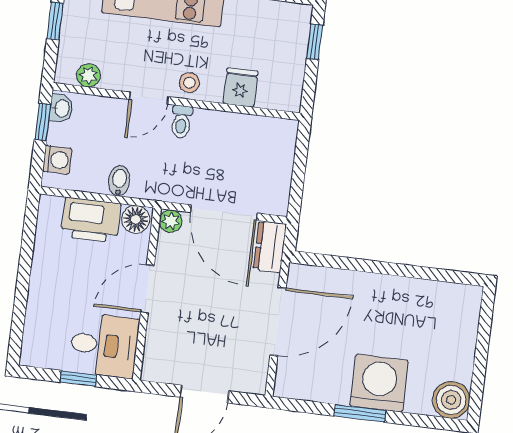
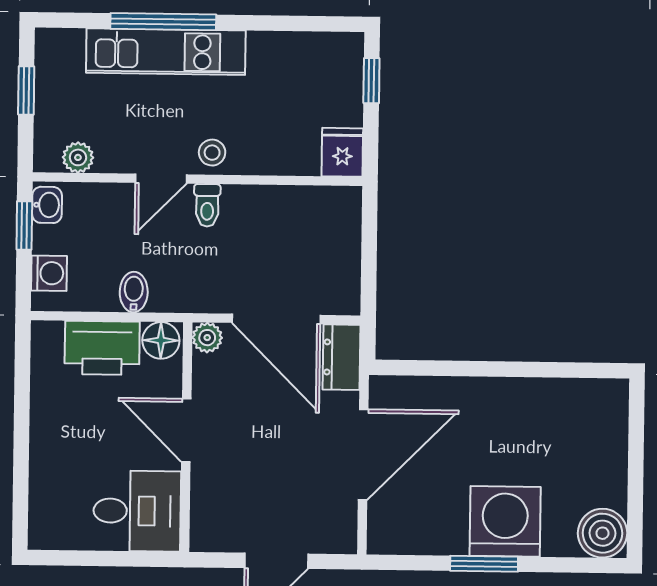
fridge: (241, 87) -> (342, 152), moved
door: (147, 289) -> (186, 430), hinge flipped
window: (78, 379) -> (108, 558), removed

